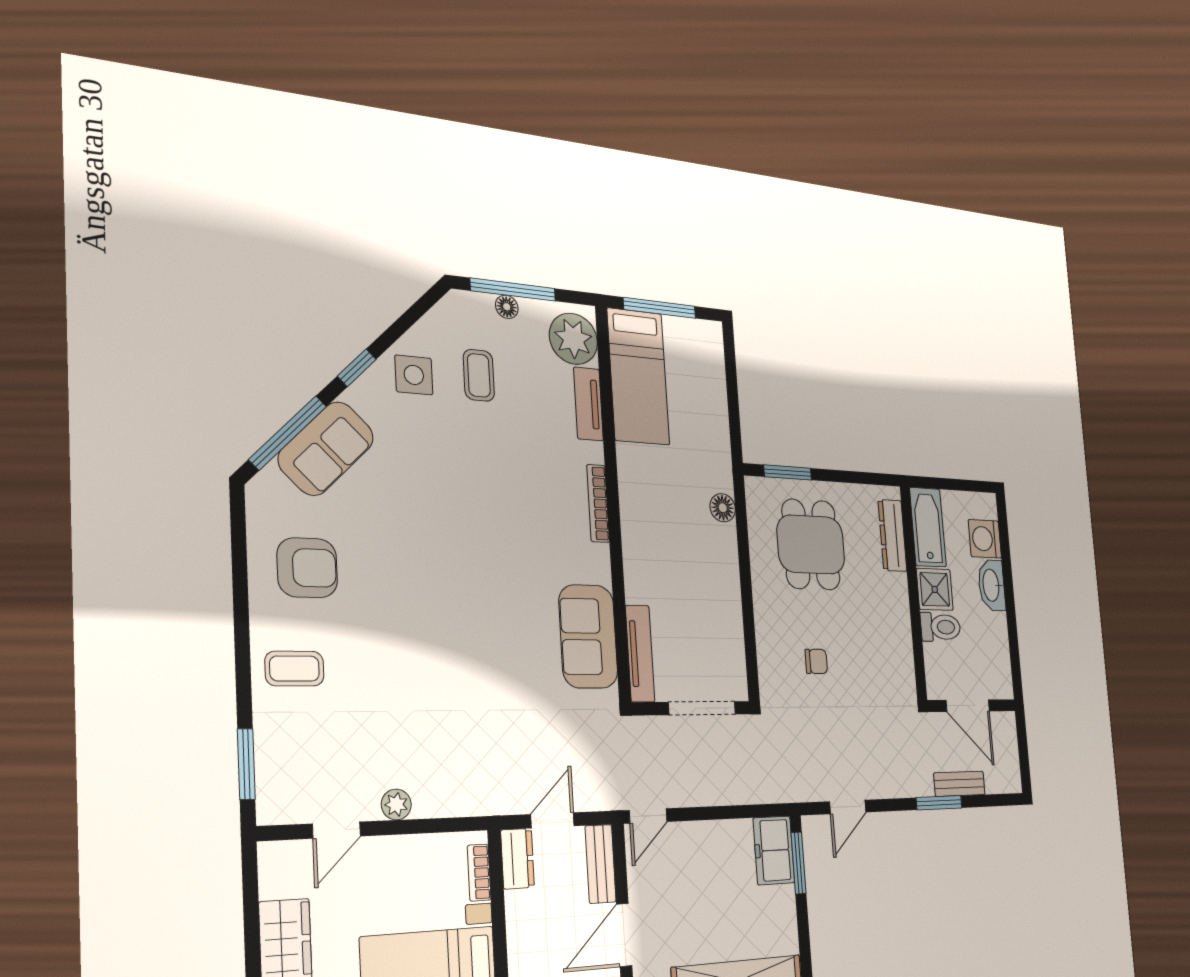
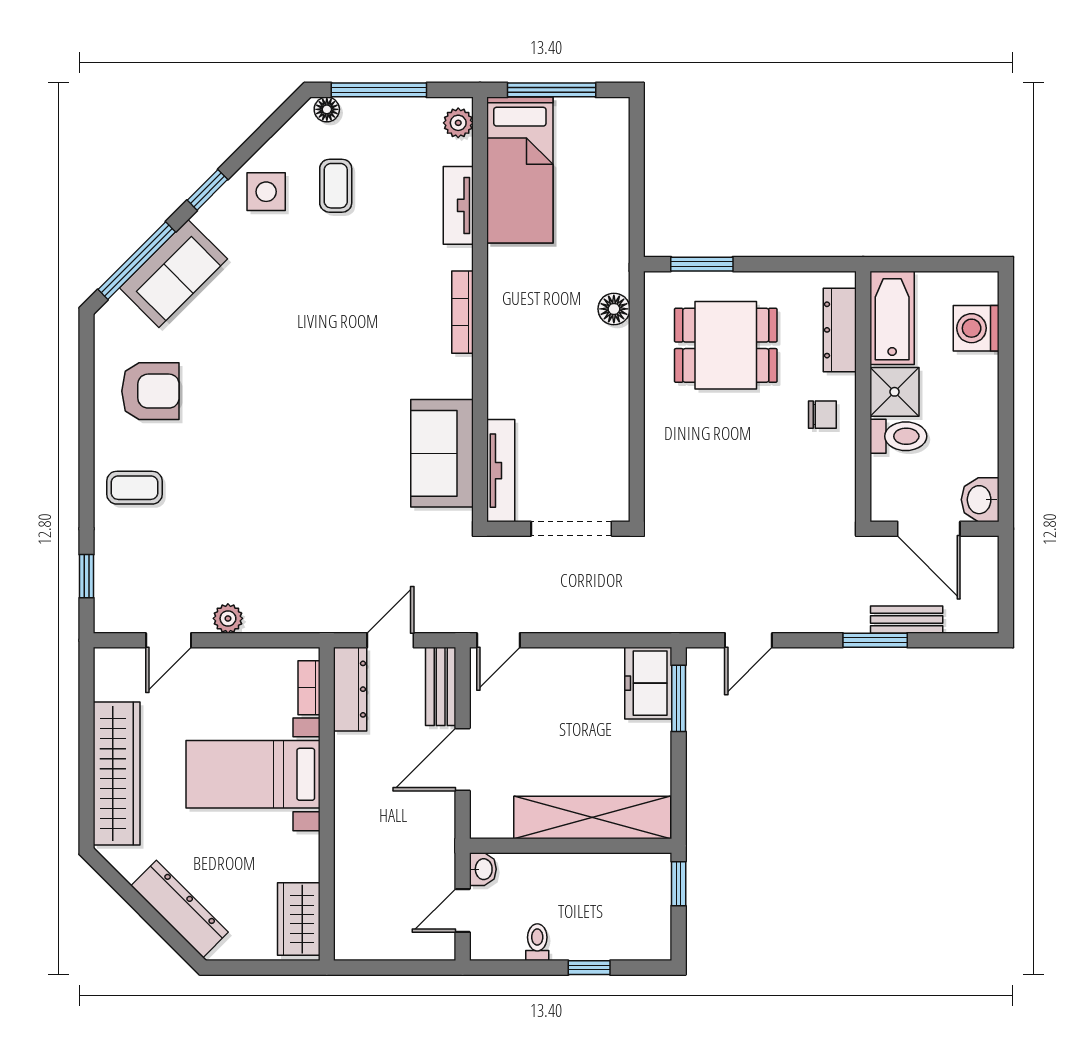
floor lamp: (507, 307) -> (327, 109), moved
plant: (573, 339) -> (458, 123), width x0.53, depth x0.53
dining table: (811, 544) -> (726, 345), turned 90
washbasin: (992, 585) -> (980, 500), moved, width x0.72
chair: (816, 661) -> (822, 415), moved
window: (246, 764) -> (86, 576), width x0.67
dresser: (518, 859) -> (350, 689), width x1.44

